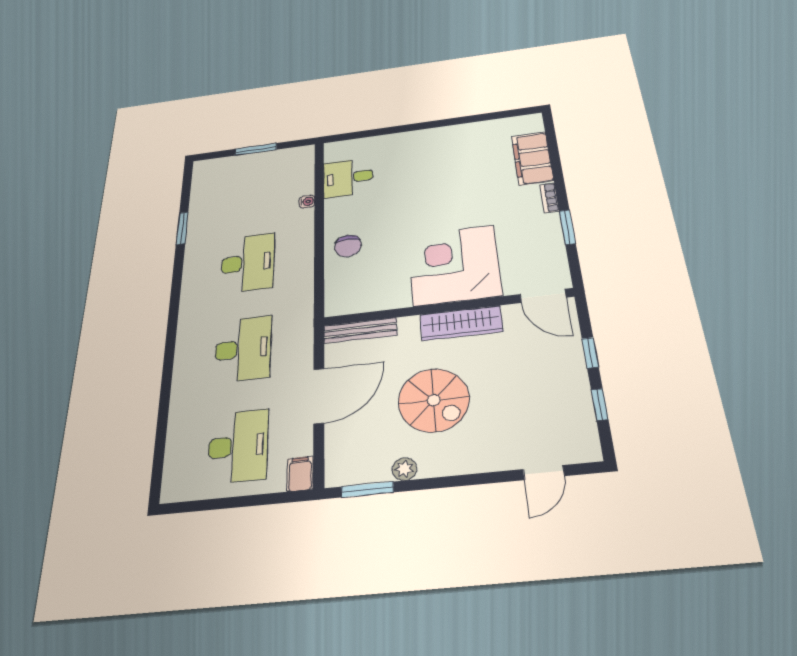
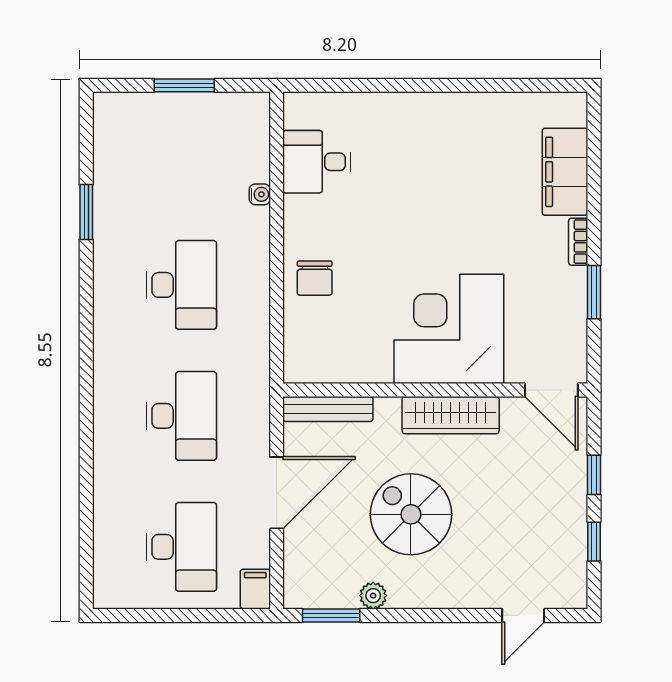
spiral stairs: (434, 400) -> (411, 514), turned 180

